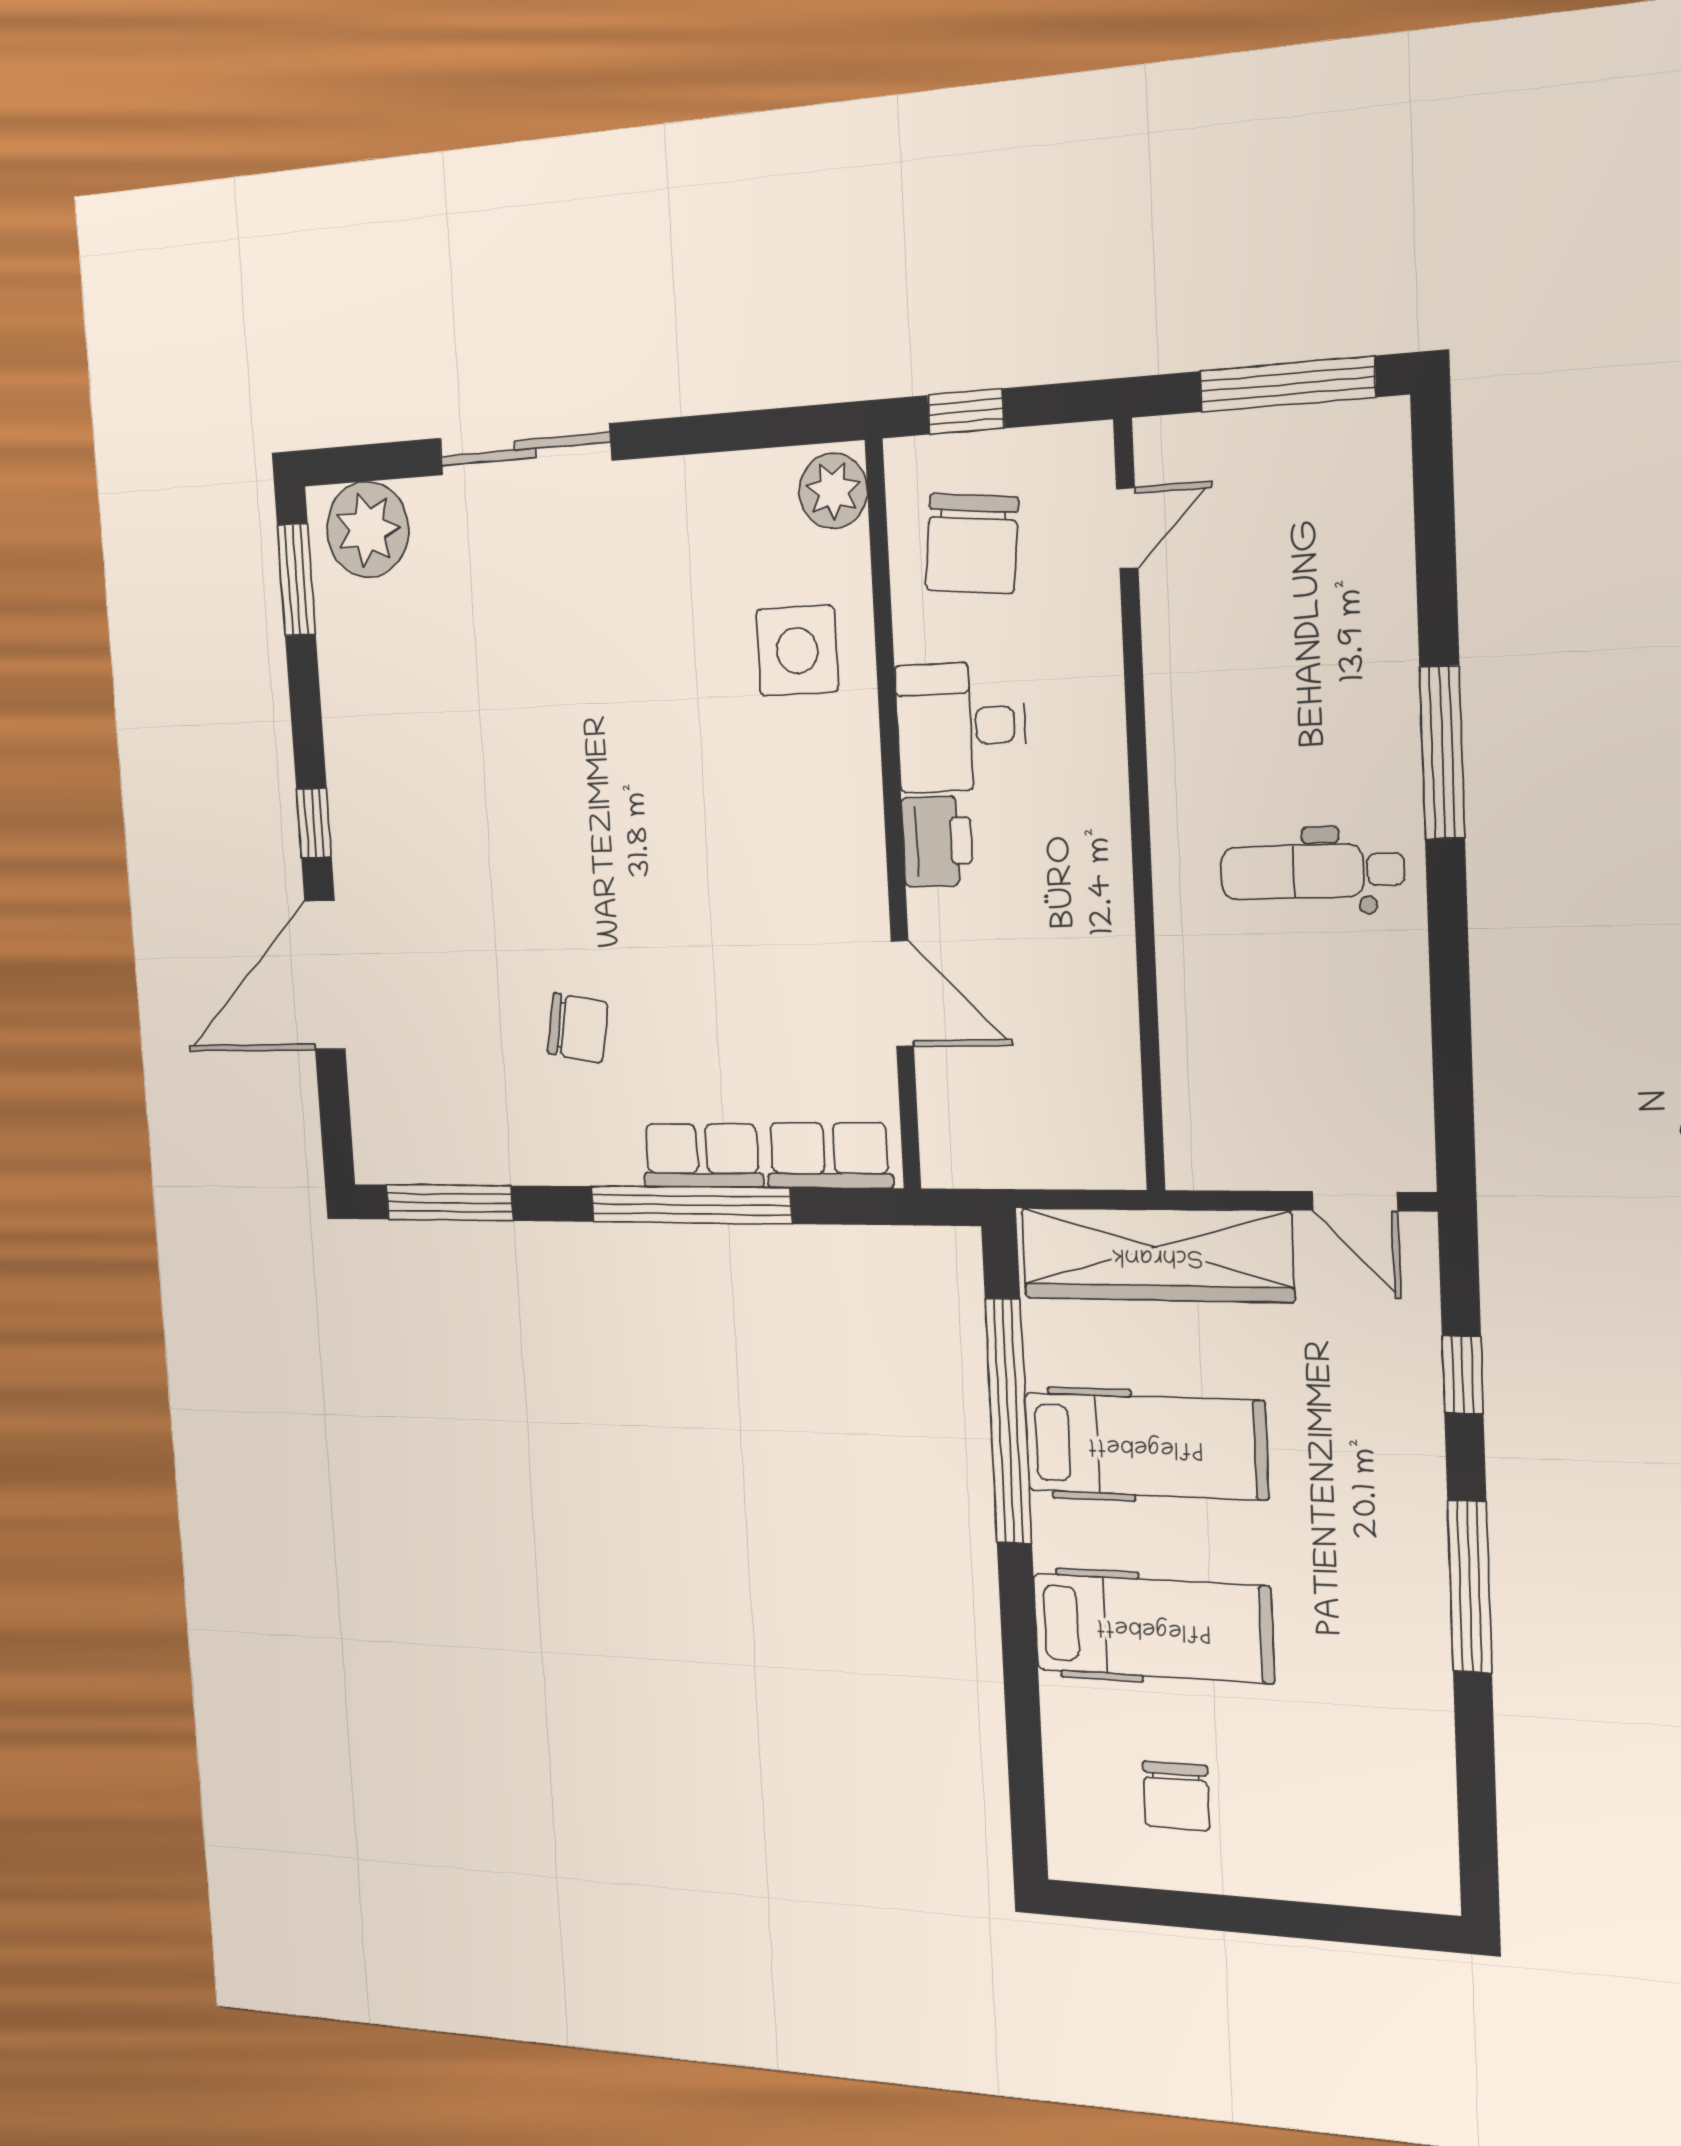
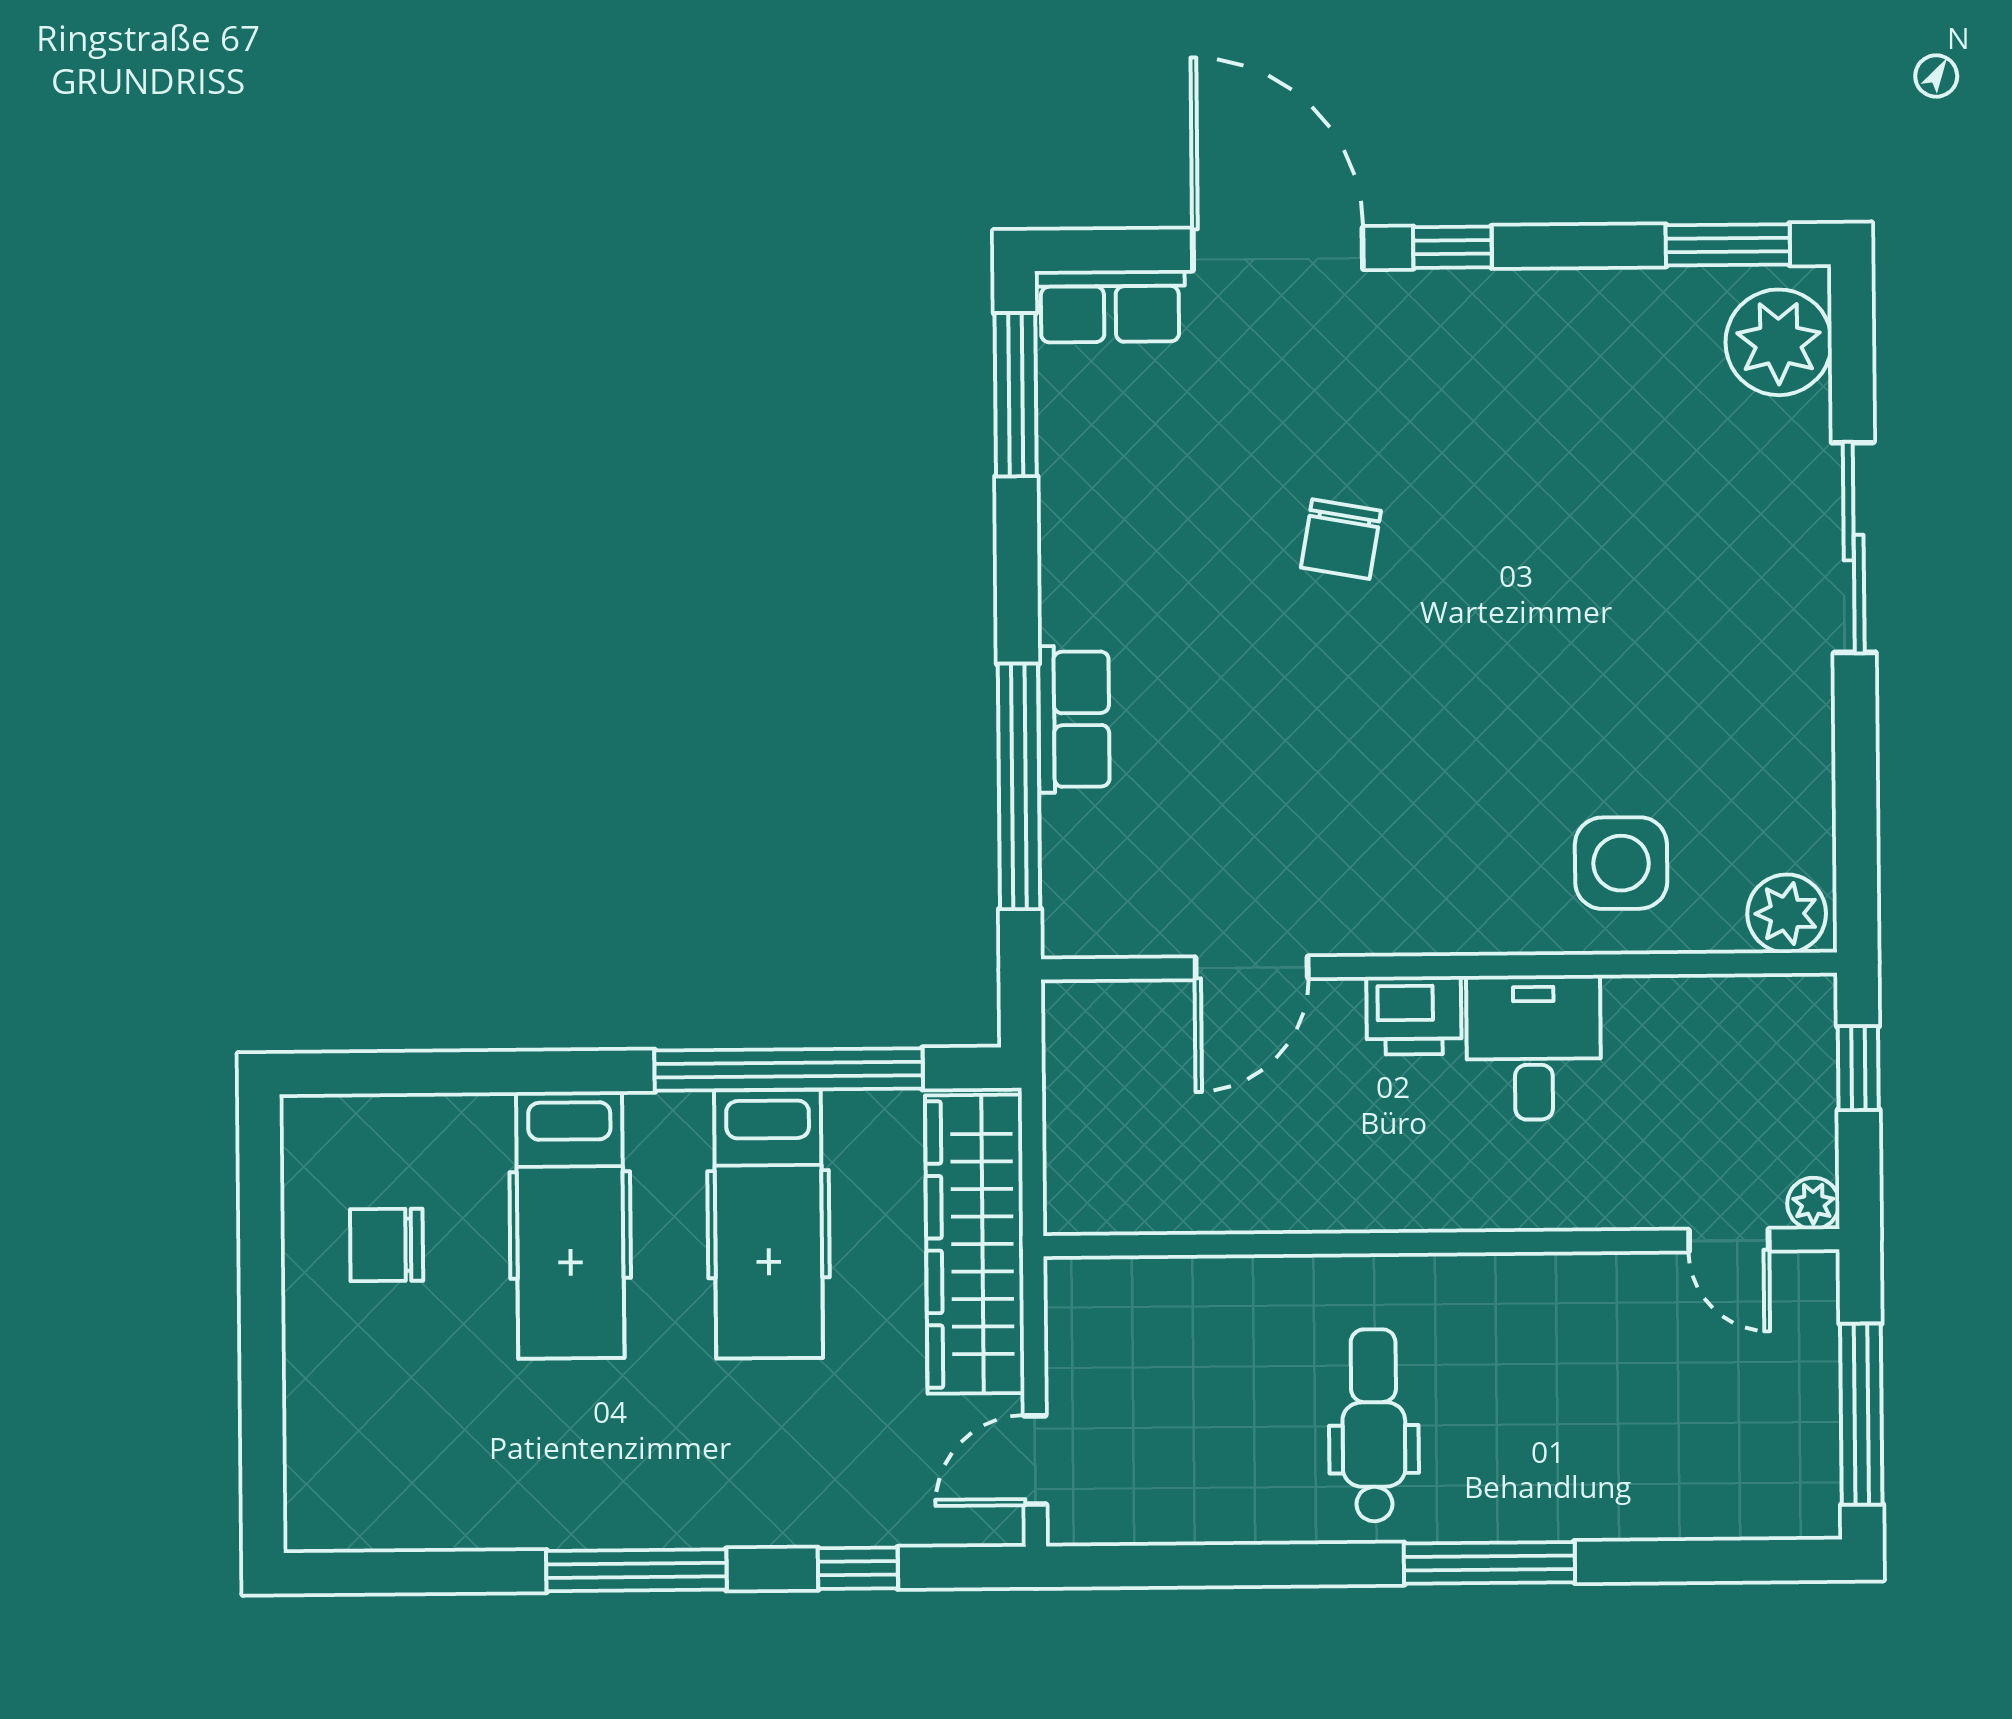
plant: (1090, 447) -> (1813, 1203), added
chair: (972, 544) -> (1723, 1069), removed
chair: (578, 1028) -> (1341, 539), moved
row of seats: (829, 1155) -> (1110, 306), moved, turned 90
window: (691, 1205) -> (1019, 786), moved

